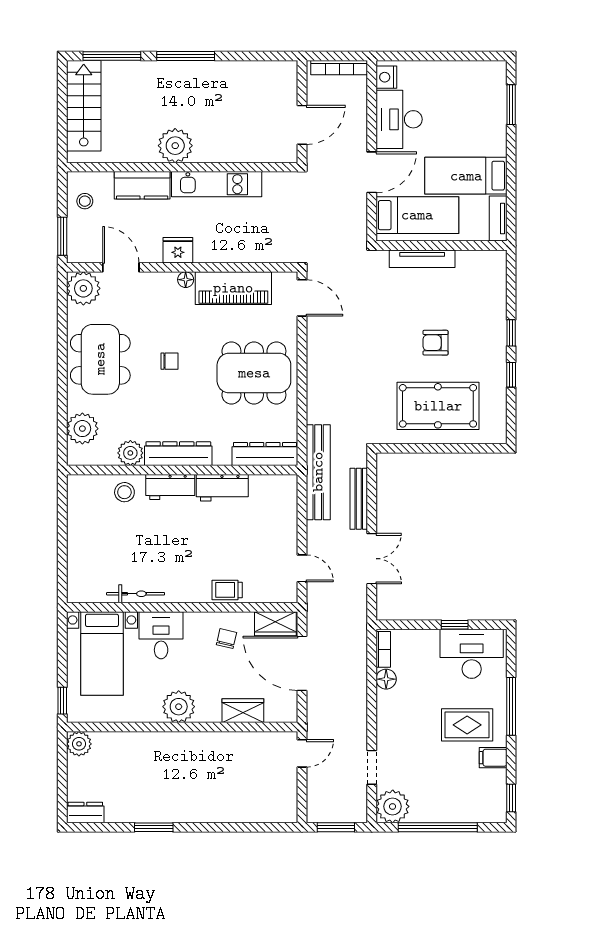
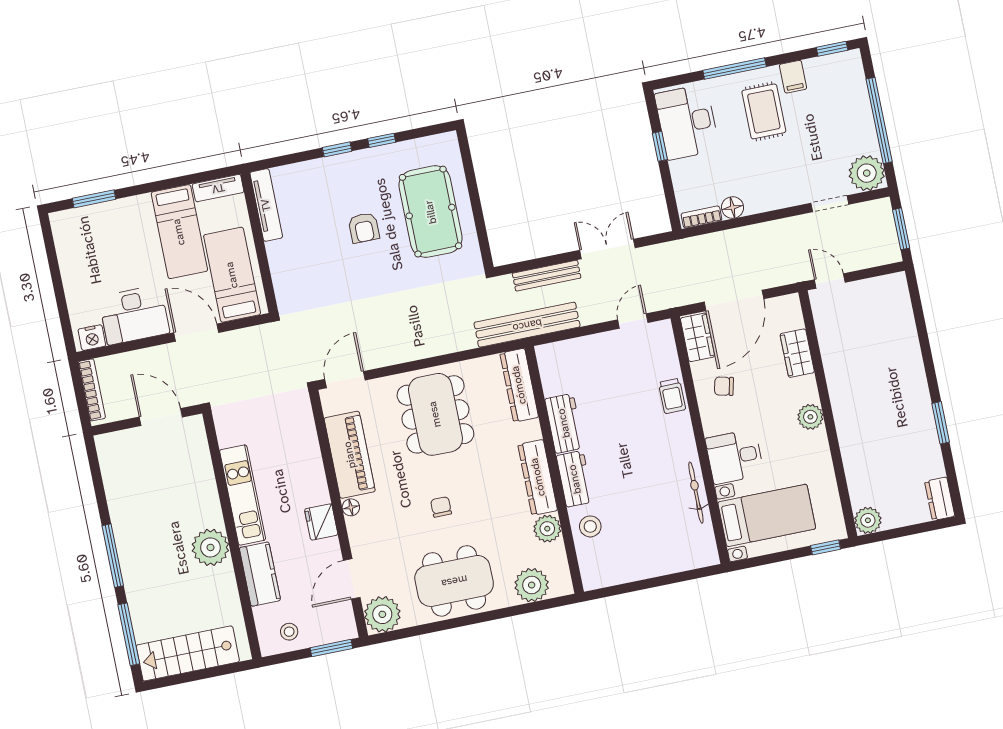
tv unit: (422, 259) -> (266, 205), moved
plant: (179, 707) -> (810, 417), width x0.73, depth x0.73

